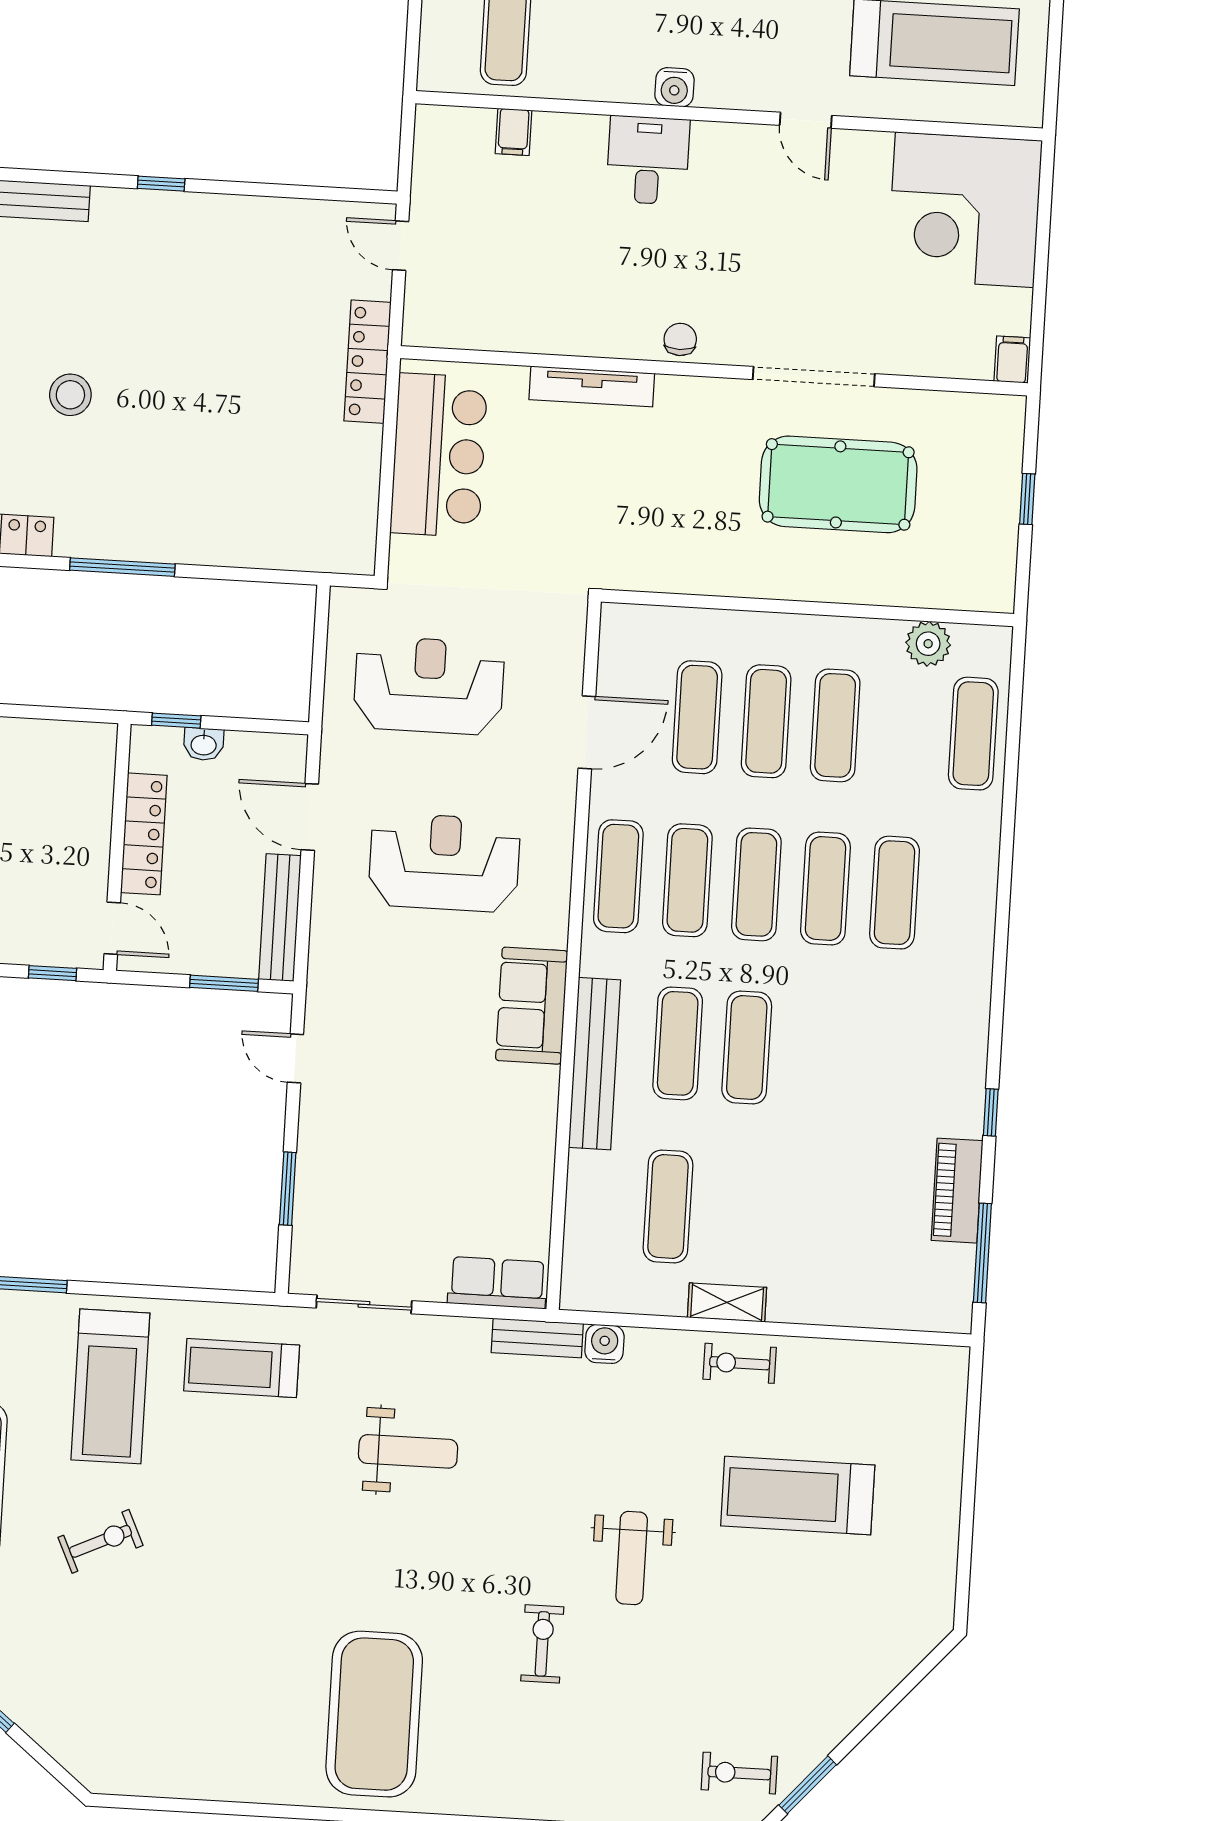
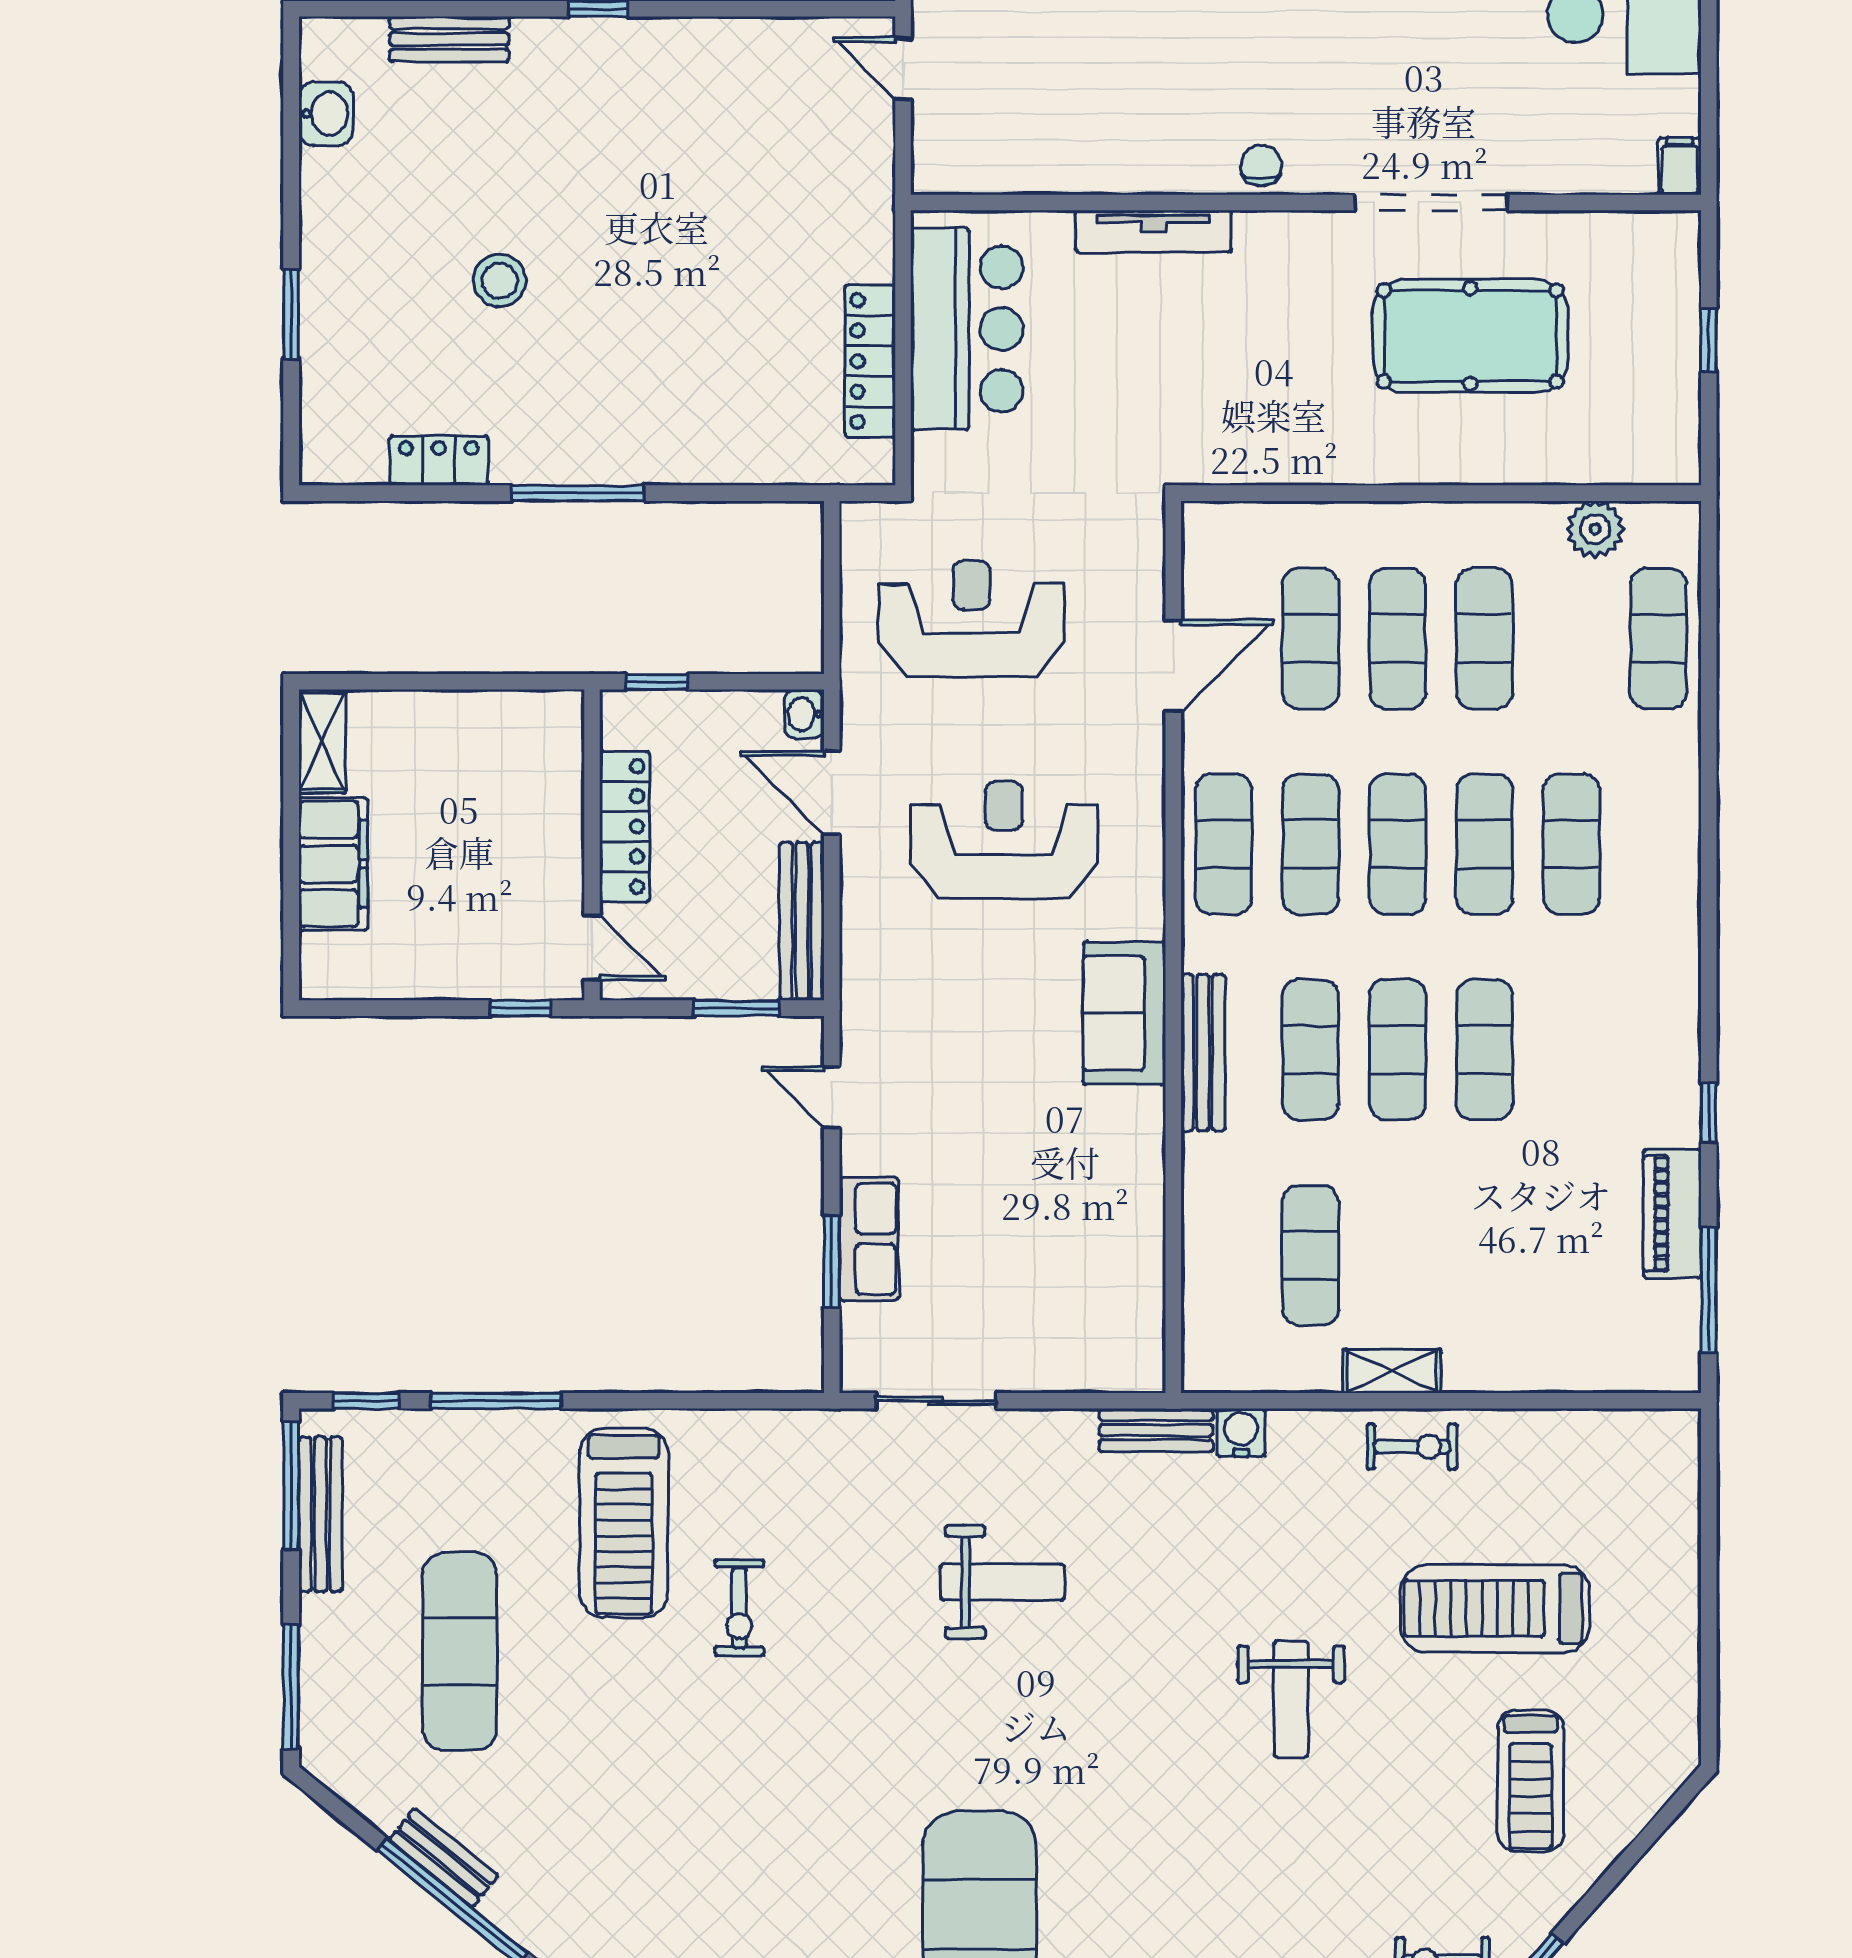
locker: (367, 362) -> (870, 361), moved
washbasin: (204, 744) -> (804, 714), moved, turned 90
exercise mat: (816, 1052) -> (1484, 1050), added
bench: (595, 1064) -> (1203, 1053), width x0.73, depth x0.82
row of seats: (497, 1283) -> (869, 1239), moved, turned 90
exercise bike: (740, 1363) -> (1412, 1447), turned 180
treadmill: (242, 1368) -> (1531, 1781), moved, turned -90
exercise bike: (101, 1541) -> (739, 1608), moved, turned 115
exercise bike: (542, 1644) -> (1185, 1814), removed

